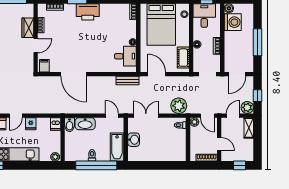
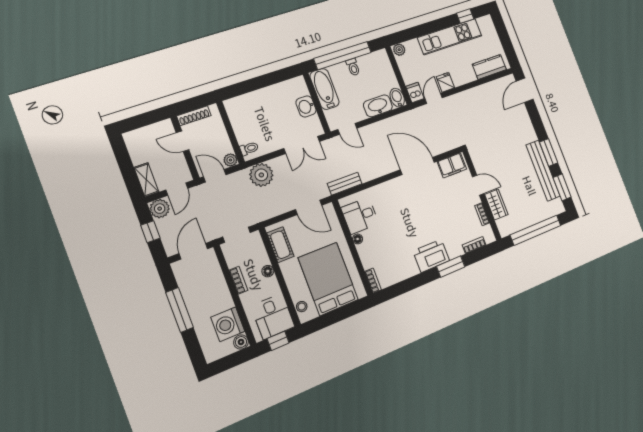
door: (36, 46) -> (478, 185), swing flipped
filing cabinet: (44, 66) -> (452, 165), width x2.00
door: (16, 116) -> (434, 98), moved
window: (240, 165) -> (140, 121), removed

